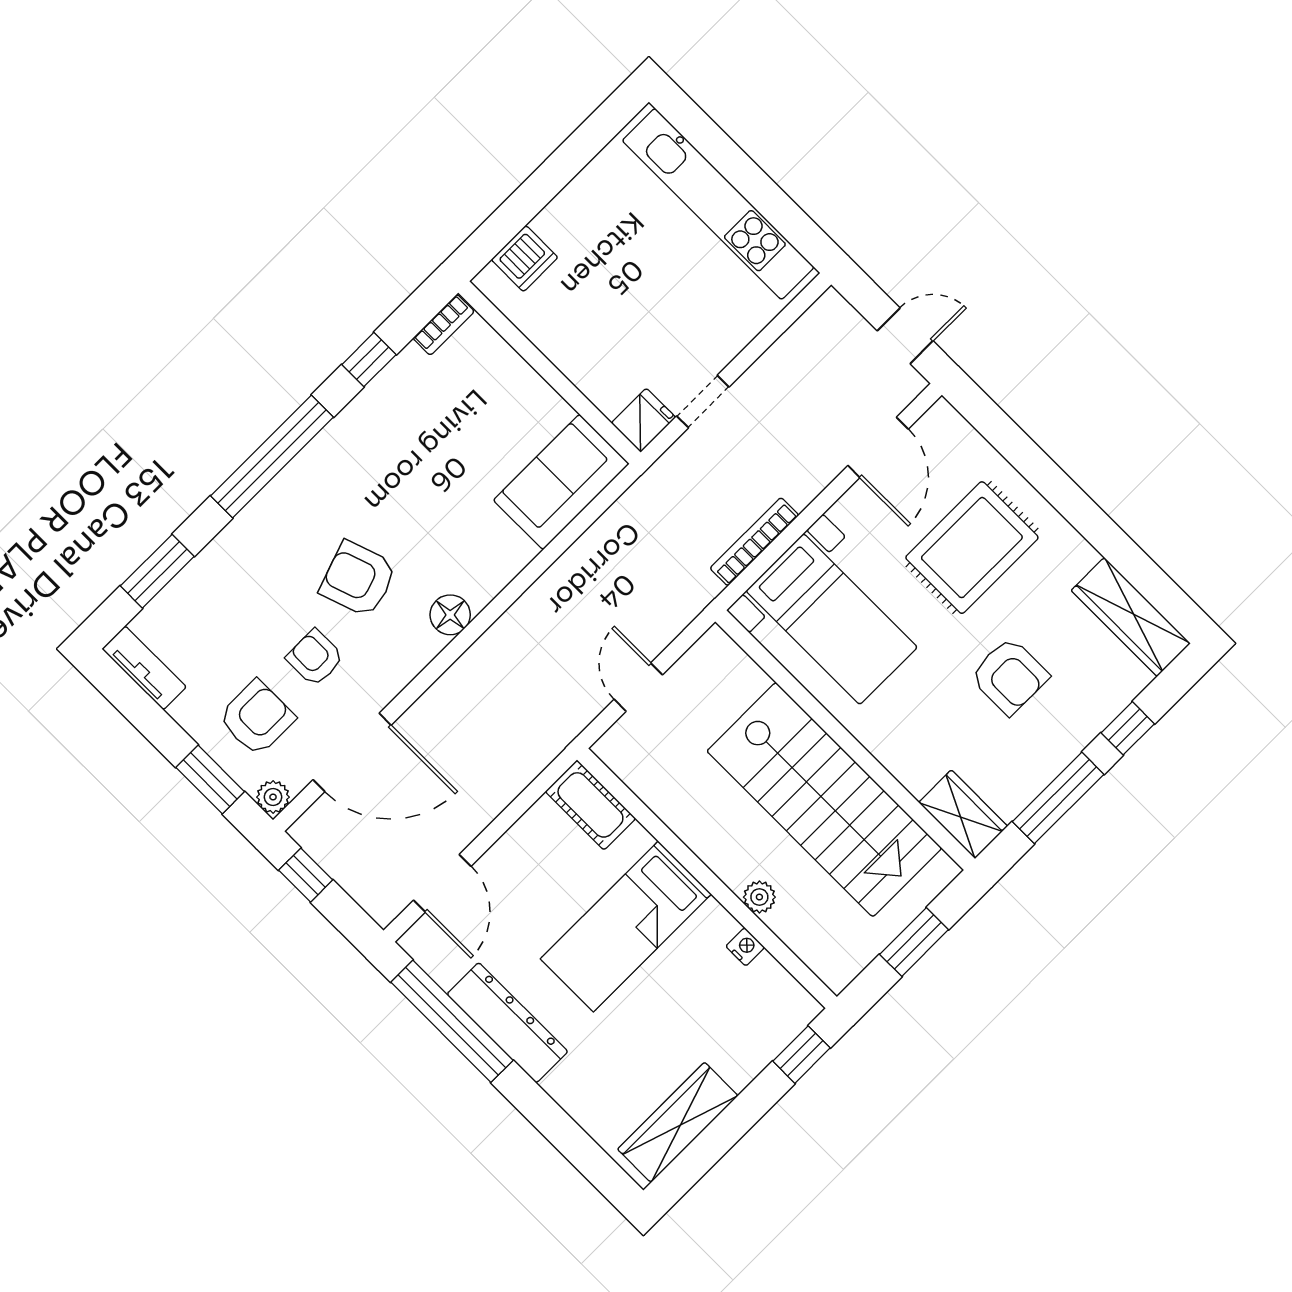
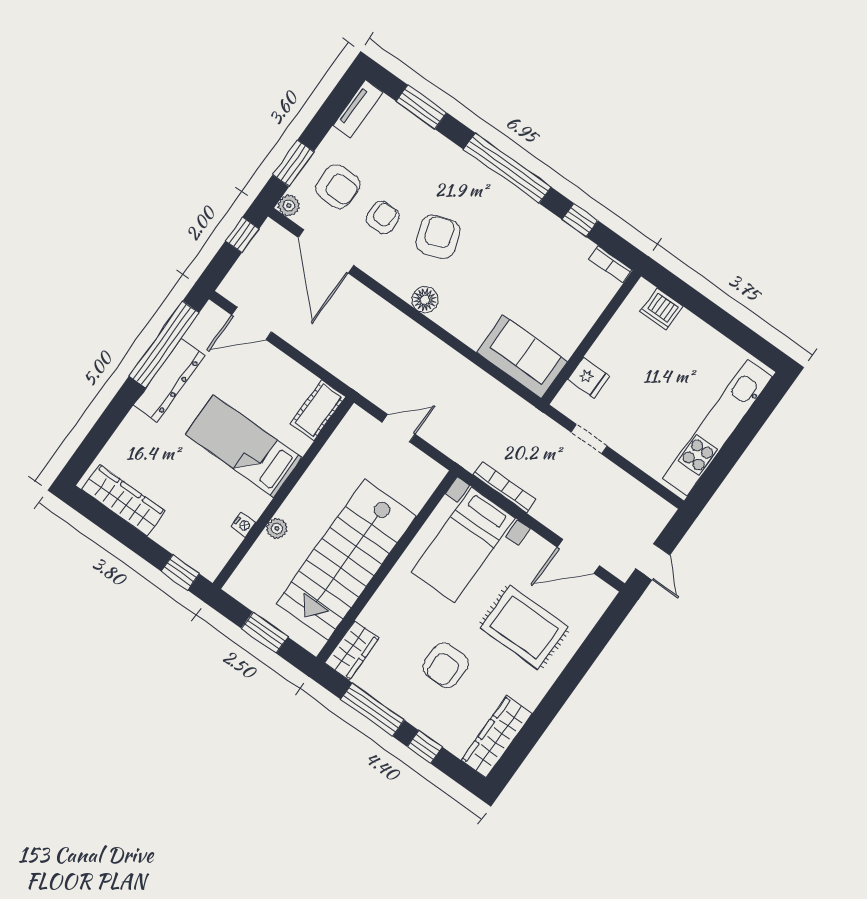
fridge: (643, 420) -> (588, 378), moved

